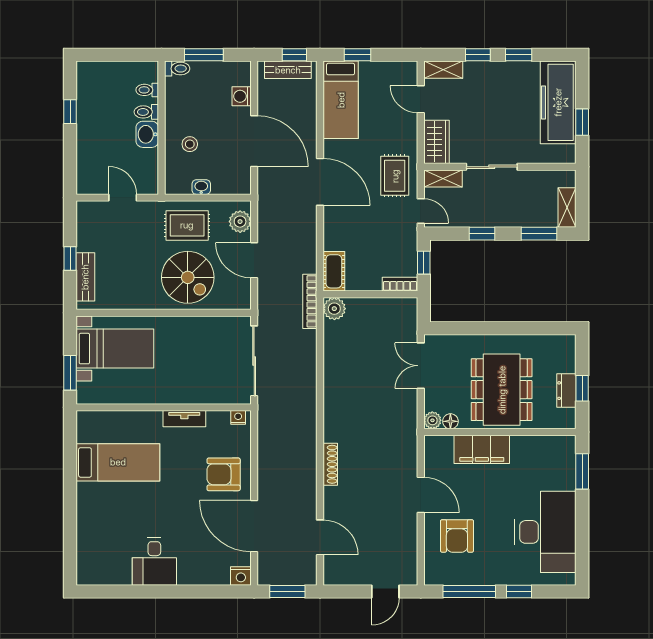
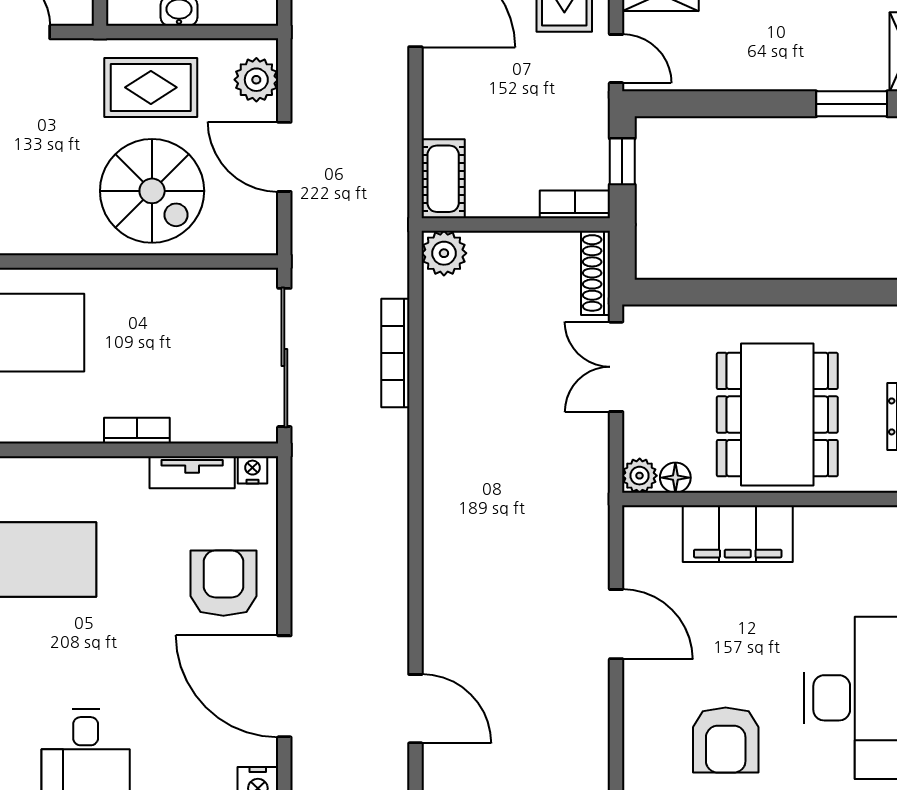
window: (482, 234) -> (738, 104), removed
bookcase: (310, 301) -> (395, 353), moved
bookcase: (180, 398) -> (137, 431), added
tv unit: (184, 419) -> (192, 472), moved
shoe rack: (330, 464) -> (596, 273), moved, turned 180
armchair: (224, 474) -> (223, 583), turned 90
armchair: (457, 536) -> (726, 740), moved

